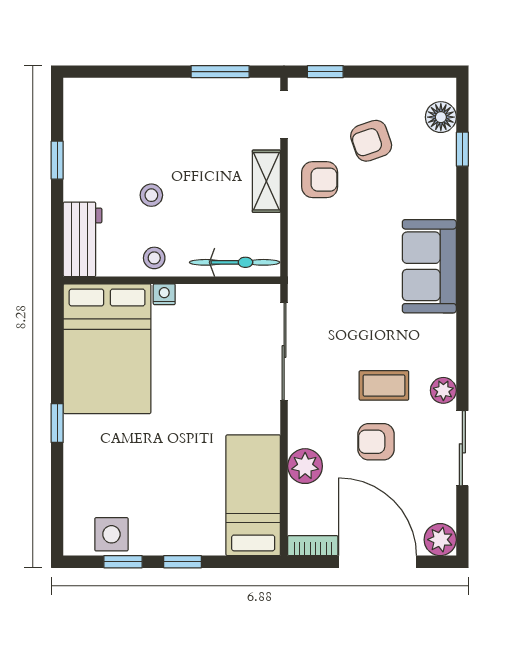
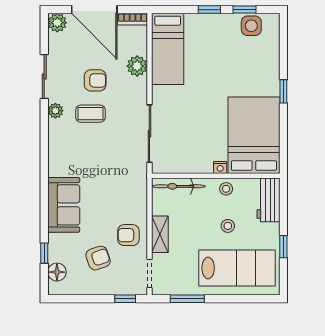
lab bench: (136, 124) -> (237, 268), added
sofa: (429, 266) -> (64, 205), moved

